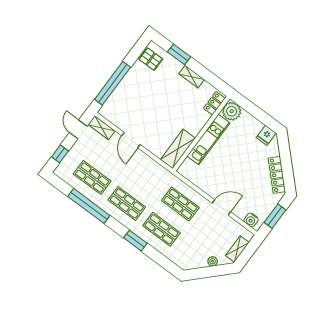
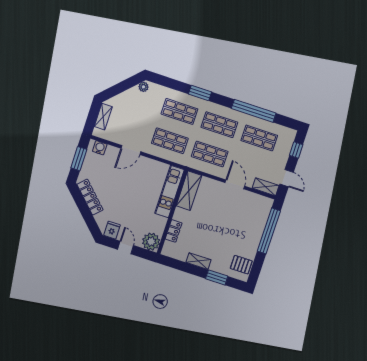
locker: (214, 103) -> (174, 231), moved
door: (259, 114) -> (125, 247), added
kitchen unit: (208, 139) -> (169, 192), moved
shop shelf: (146, 178) -> (210, 154), added
plant: (213, 261) -> (143, 87), moved

